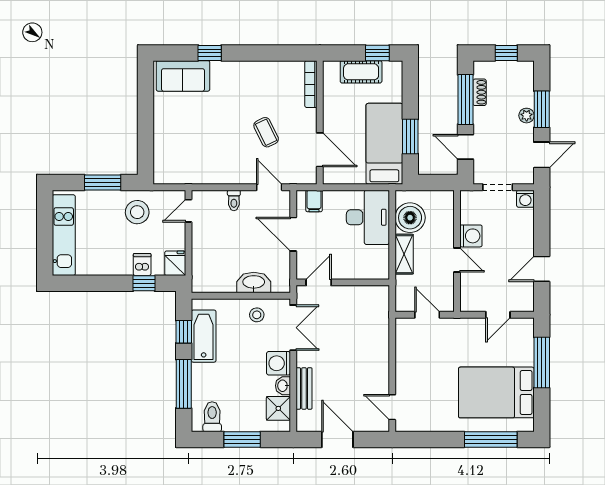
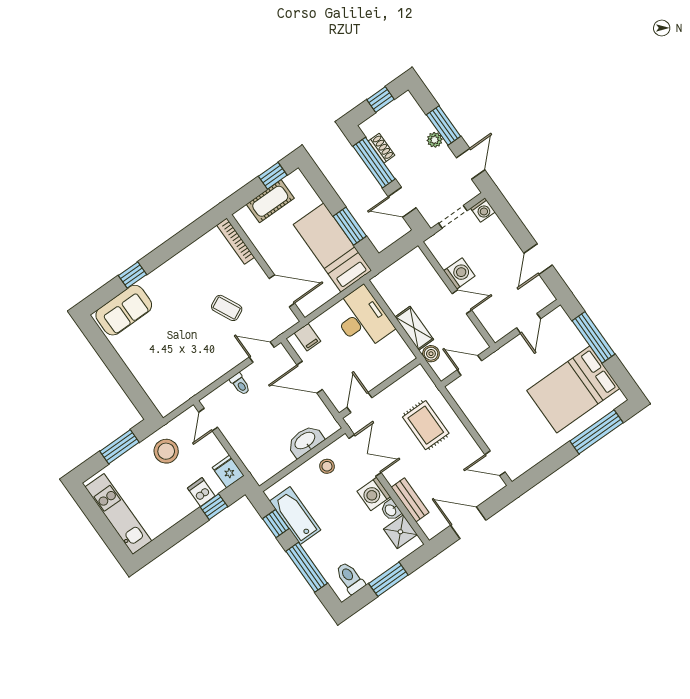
boiler: (410, 218) -> (431, 354), moved, width x0.54, depth x0.54
rug: (359, 338) -> (426, 425), added

